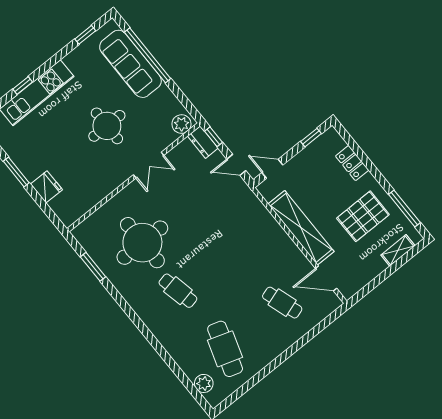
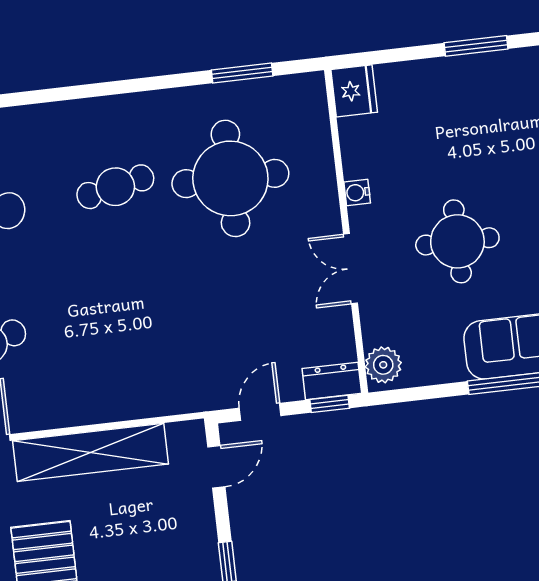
water cooler: (113, 183) -> (357, 192), added
fridge: (46, 187) -> (354, 91), moved, turned -90

